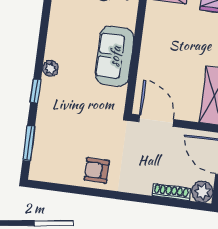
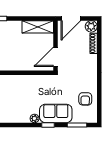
sofa: (115, 56) -> (56, 113), moved, turned 180
armchair: (97, 170) -> (85, 99), moved

